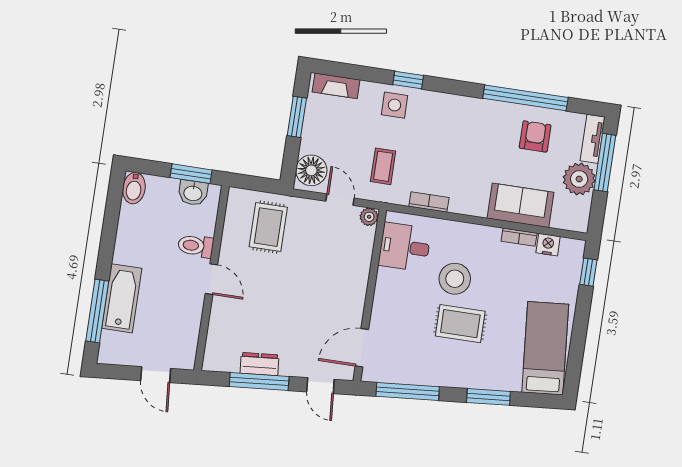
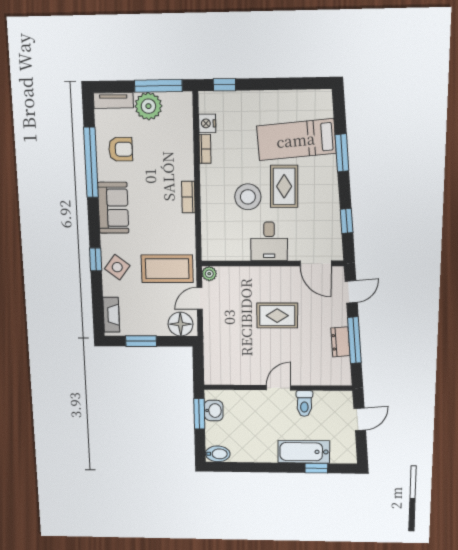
side table: (394, 105) -> (117, 267), turned 37
armchair: (535, 136) -> (121, 149), turned 180
window: (605, 163) -> (158, 86), moved
coffee table: (383, 166) -> (167, 269), width x1.86, depth x1.72
bookcase: (429, 202) -> (188, 197), moved
sofa: (520, 205) -> (113, 208), moved, turned 180
rug: (268, 227) -> (277, 316), moved
toilet: (196, 246) -> (304, 403), moved
desk: (405, 247) -> (269, 241), moved
window: (97, 311) -> (316, 468), width x0.46
bed: (545, 348) -> (296, 140), moved
window: (408, 391) -> (347, 221), width x0.46

